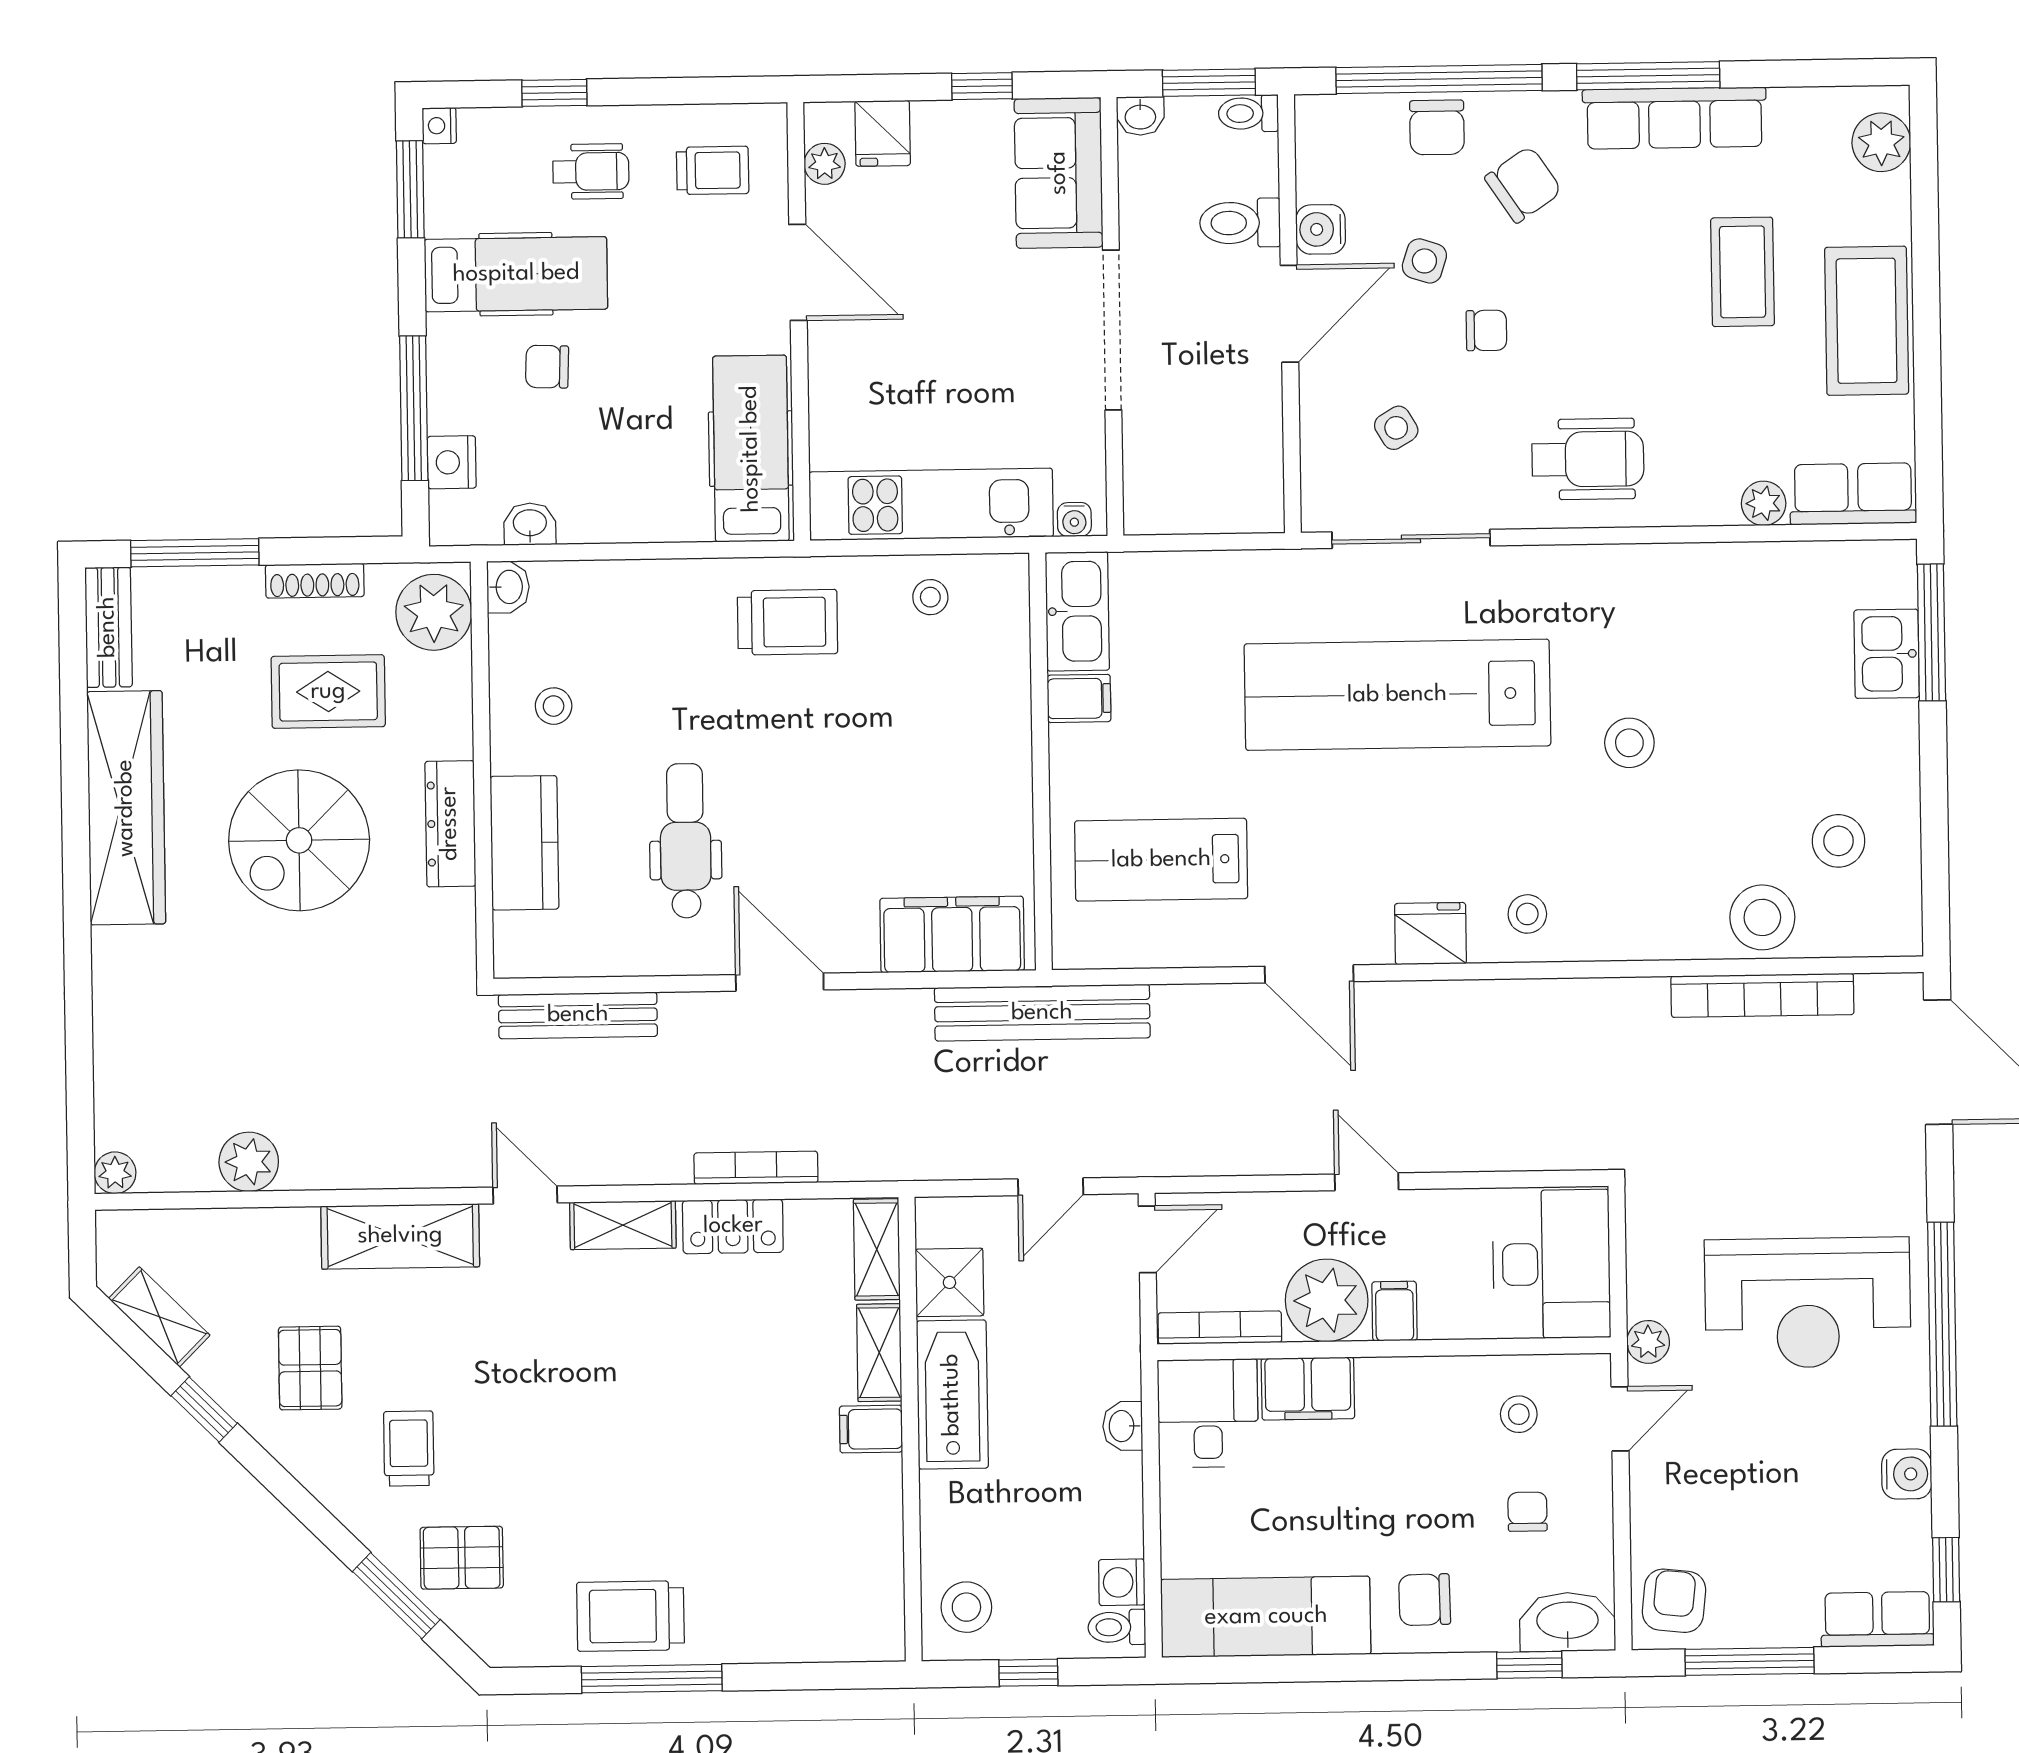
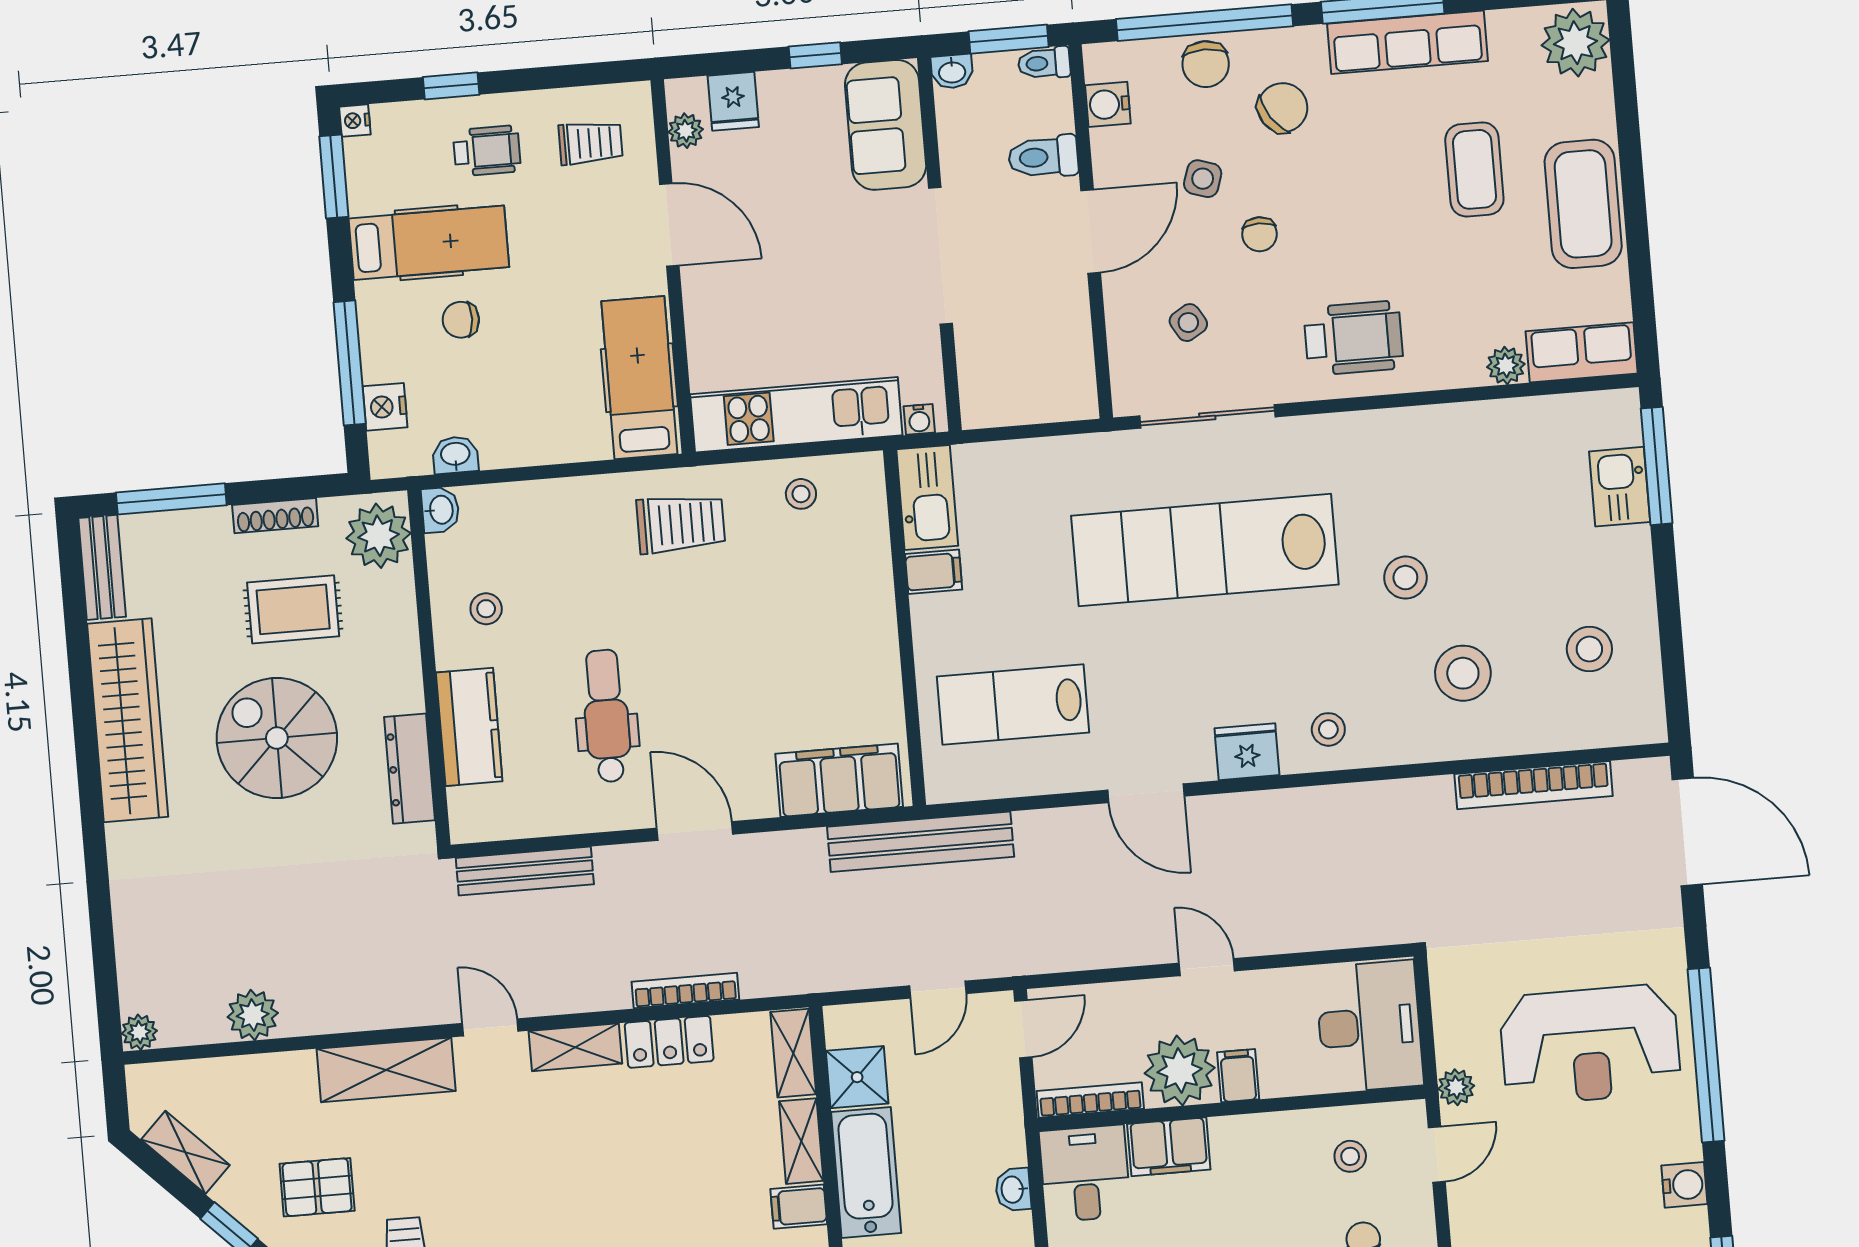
plant: (1881, 142) -> (1575, 43), width x1.36, depth x1.36
water cooler: (1321, 229) -> (1108, 104), moved
chair: (1486, 330) -> (1260, 234), turned 90
dresser: (450, 824) -> (410, 769), moved
spiral stairs: (299, 840) -> (277, 738), turned 90
stool: (1762, 917) -> (1463, 673), moved
pallet: (310, 1368) -> (317, 1187), turned 90

